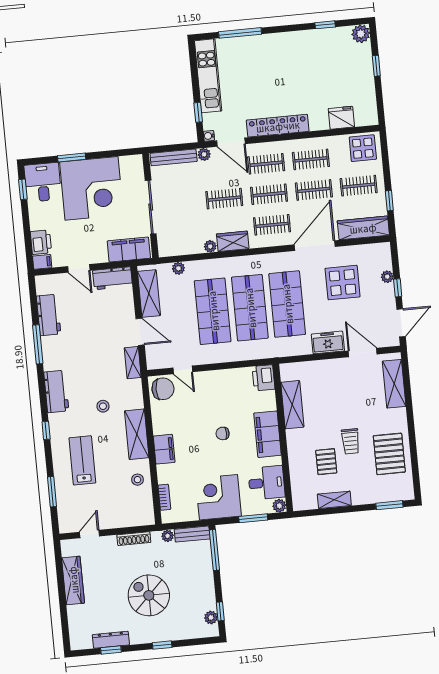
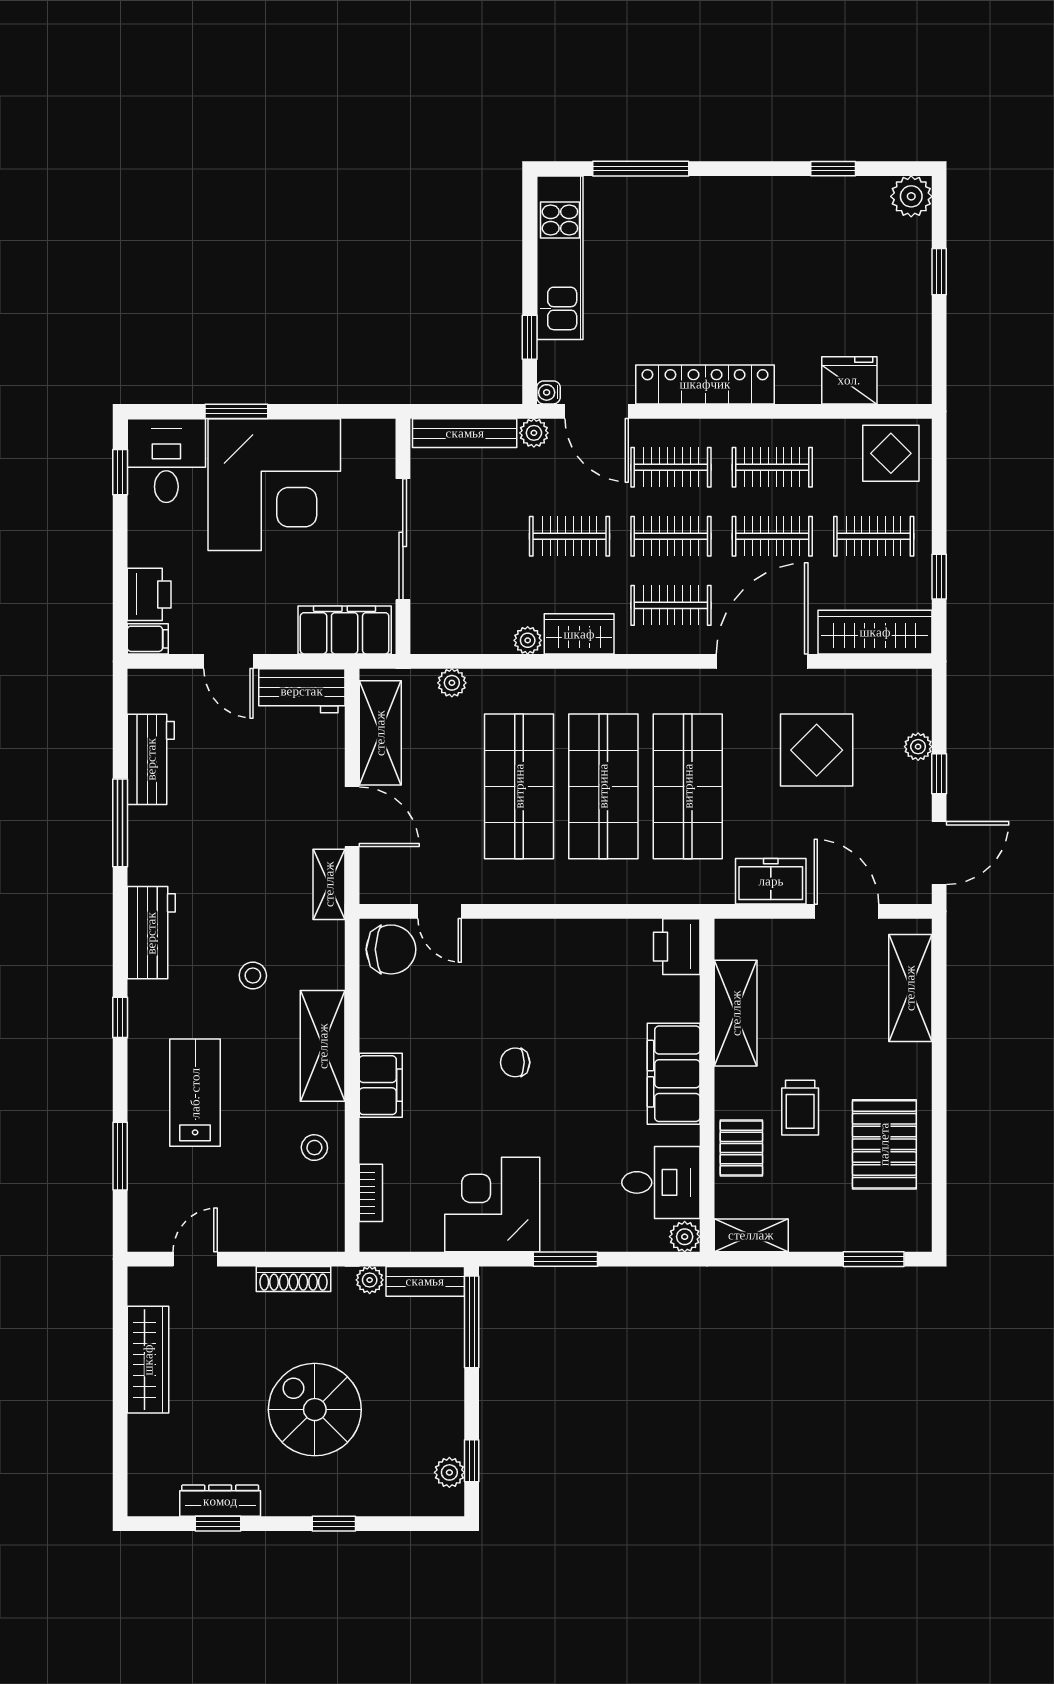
printer: (263, 378) -> (677, 947), moved
shelving: (292, 405) -> (736, 1013), moved
filing cabinet: (268, 434) -> (674, 1074), moved
wall: (283, 438) -> (707, 1085), moved
desk: (267, 483) -> (661, 1182), moved
plant: (279, 506) -> (685, 1237), moved

